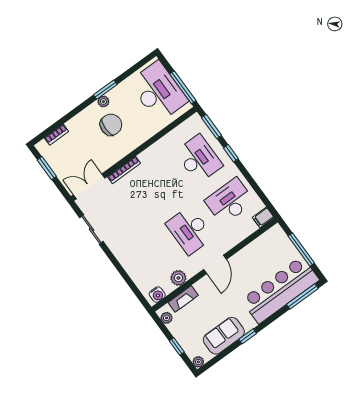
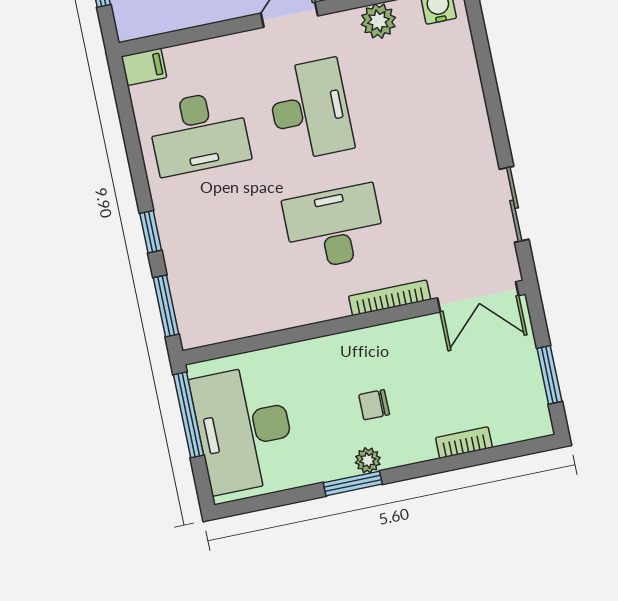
chair: (111, 125) -> (374, 405), width x0.54, depth x0.54
bookcase: (56, 135) -> (464, 443), moved
desk: (199, 159) -> (334, 227), moved, turned 90

